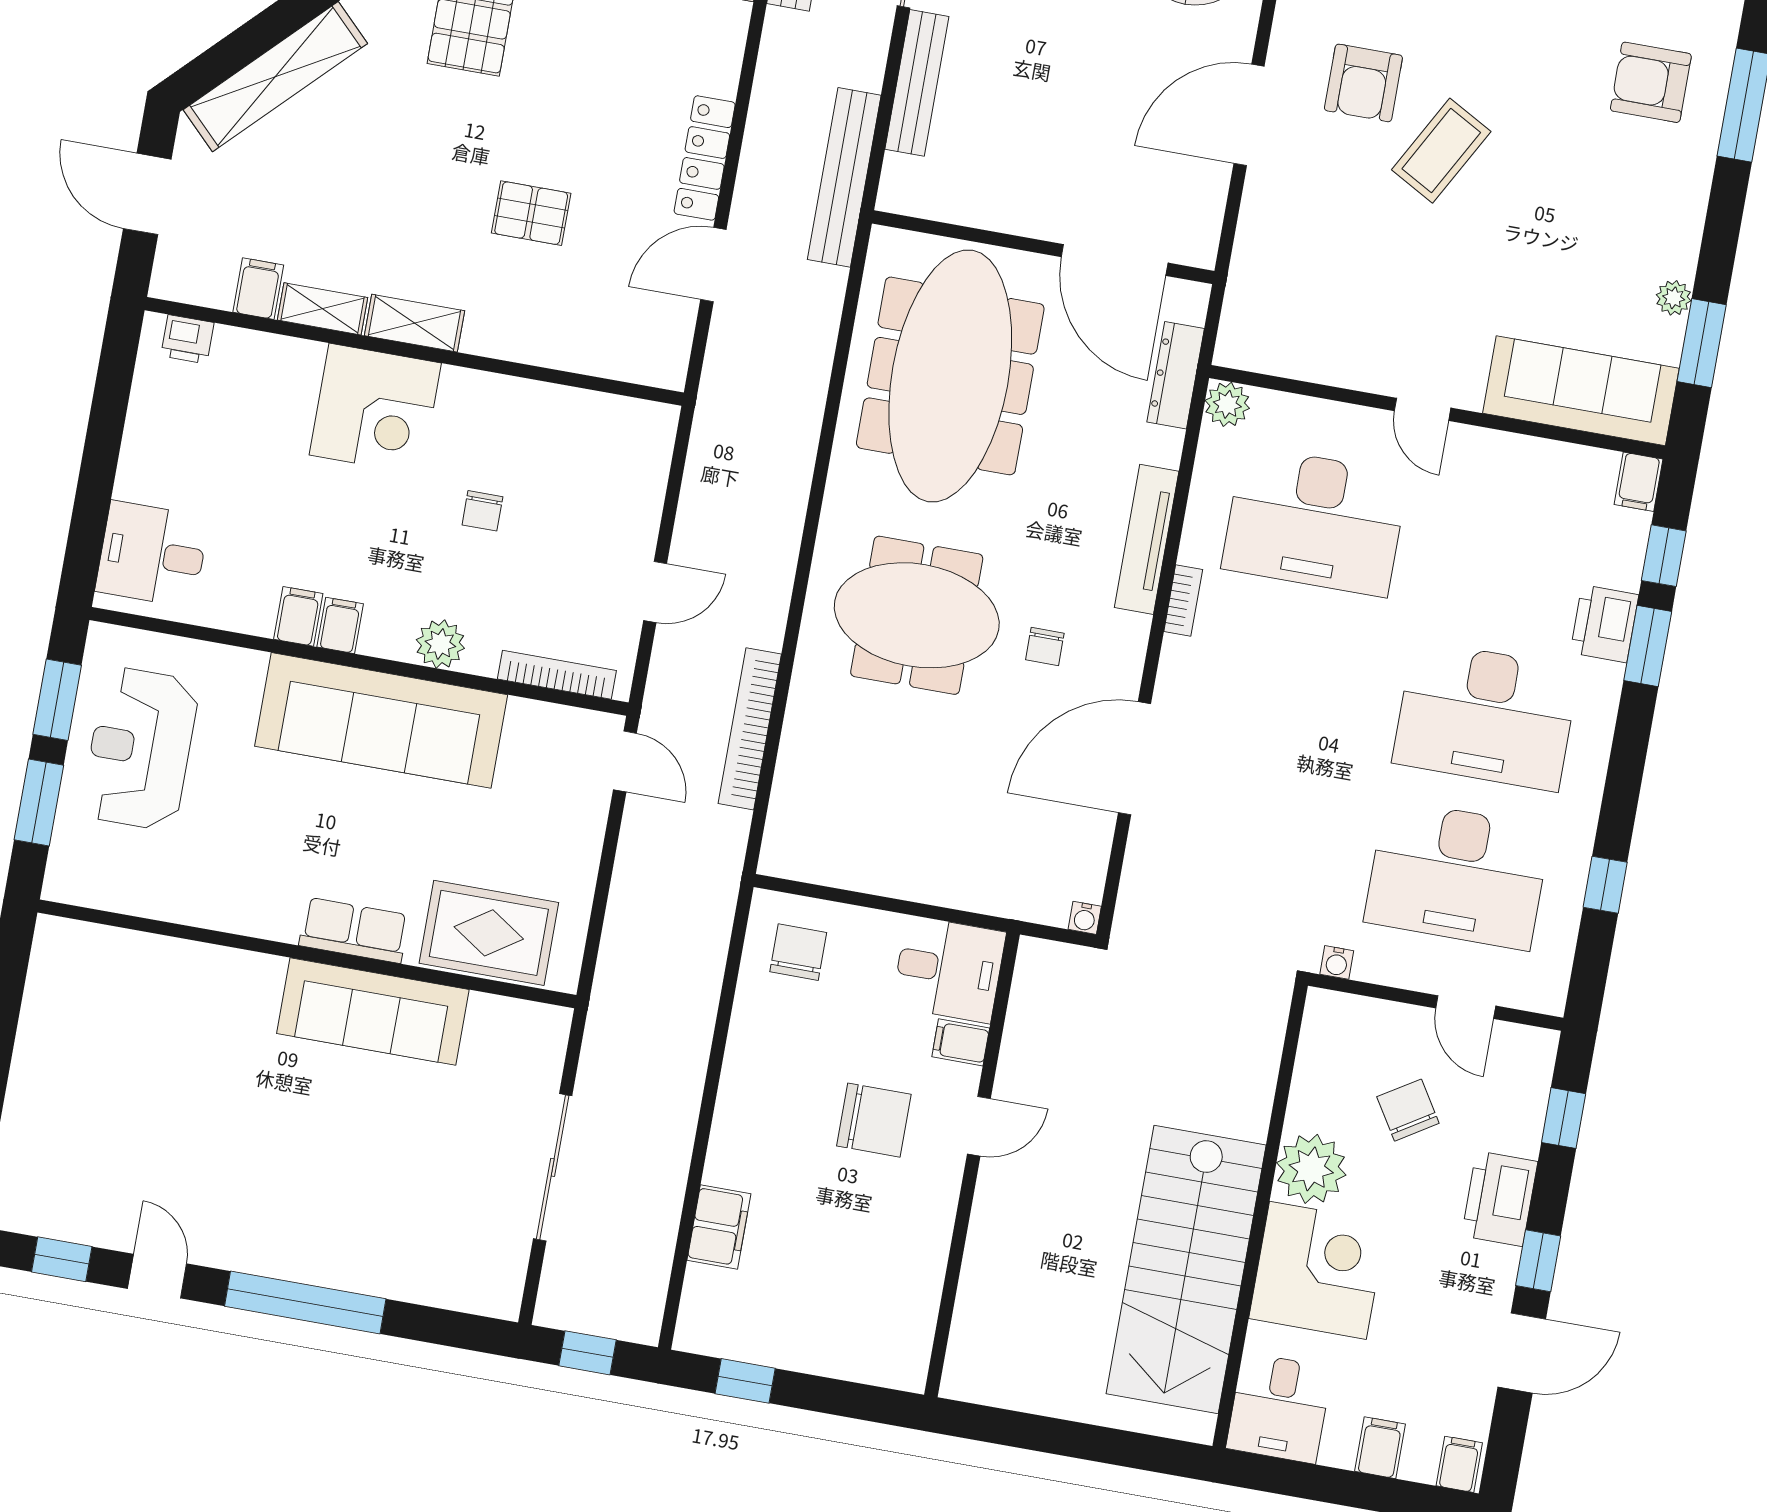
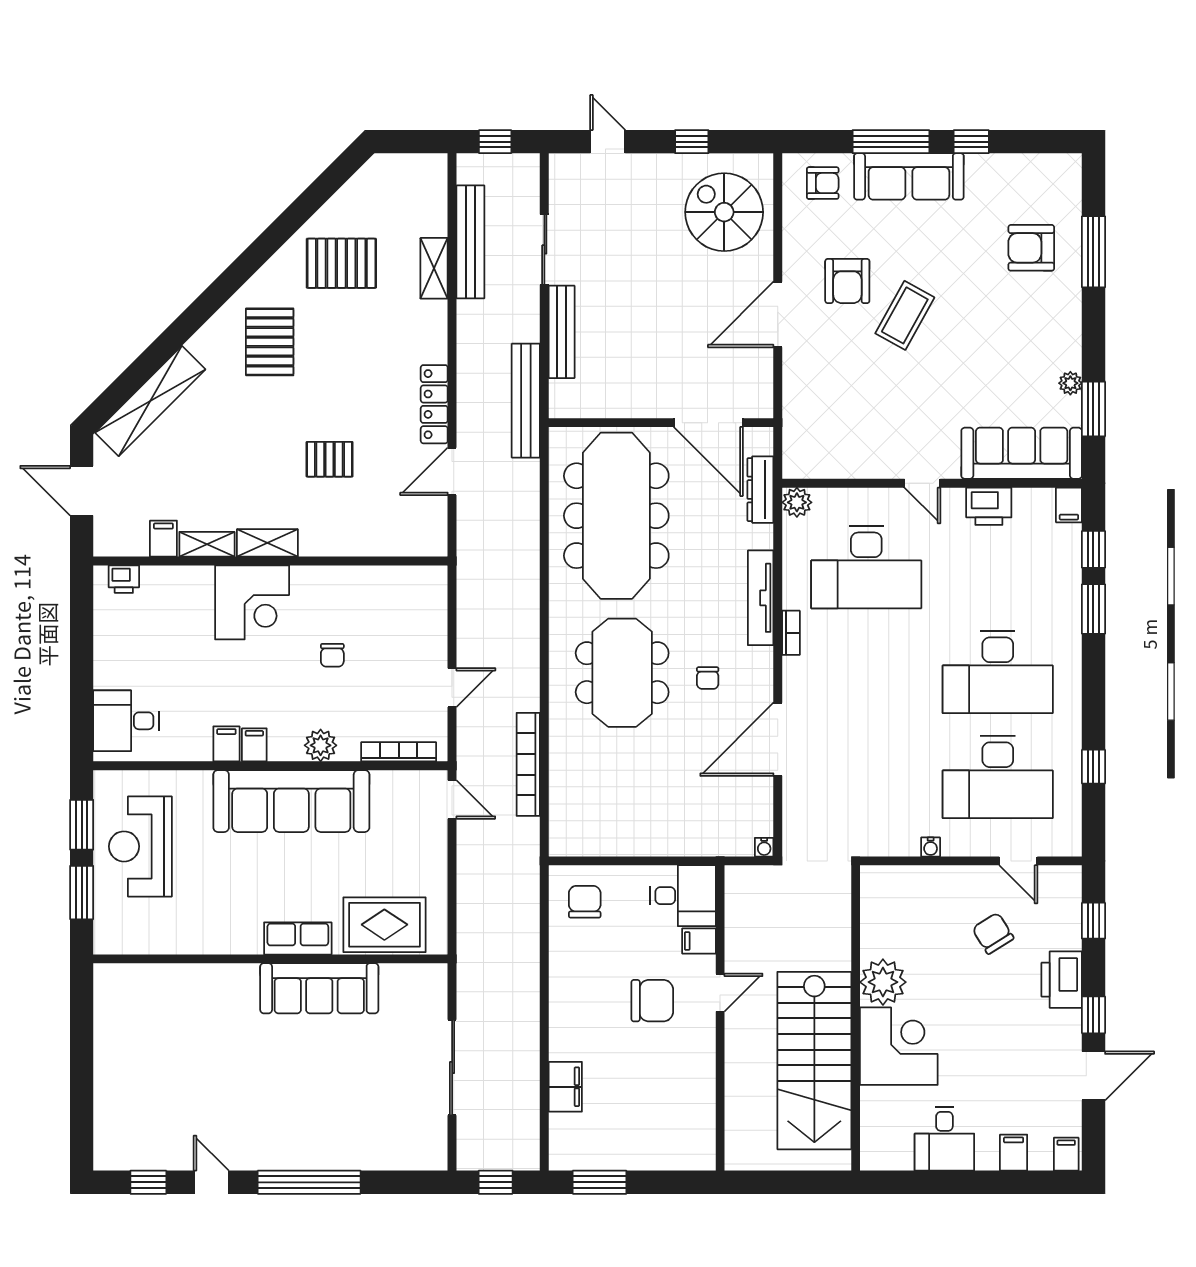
meeting table: (917, 615) -> (622, 673), turned 90
printer: (1604, 624) -> (989, 506), moved, turned -90
plant: (1311, 1169) -> (883, 982), moved
wall: (1260, 1216) -> (856, 1018), moved
stairs: (1186, 1269) -> (814, 1061), moved
corner desk: (1318, 1270) -> (899, 1046), moved
window: (745, 1381) -> (600, 1182), width x1.50

